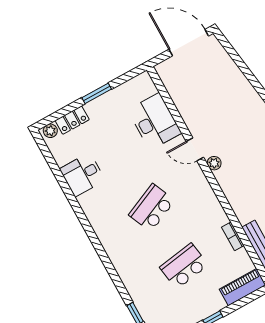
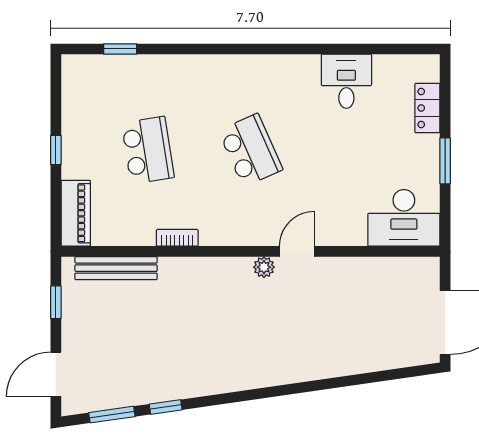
desk: (155, 122) -> (404, 218), moved
plant: (50, 131) -> (429, 71), removed
bookcase: (233, 236) -> (177, 238), moved

